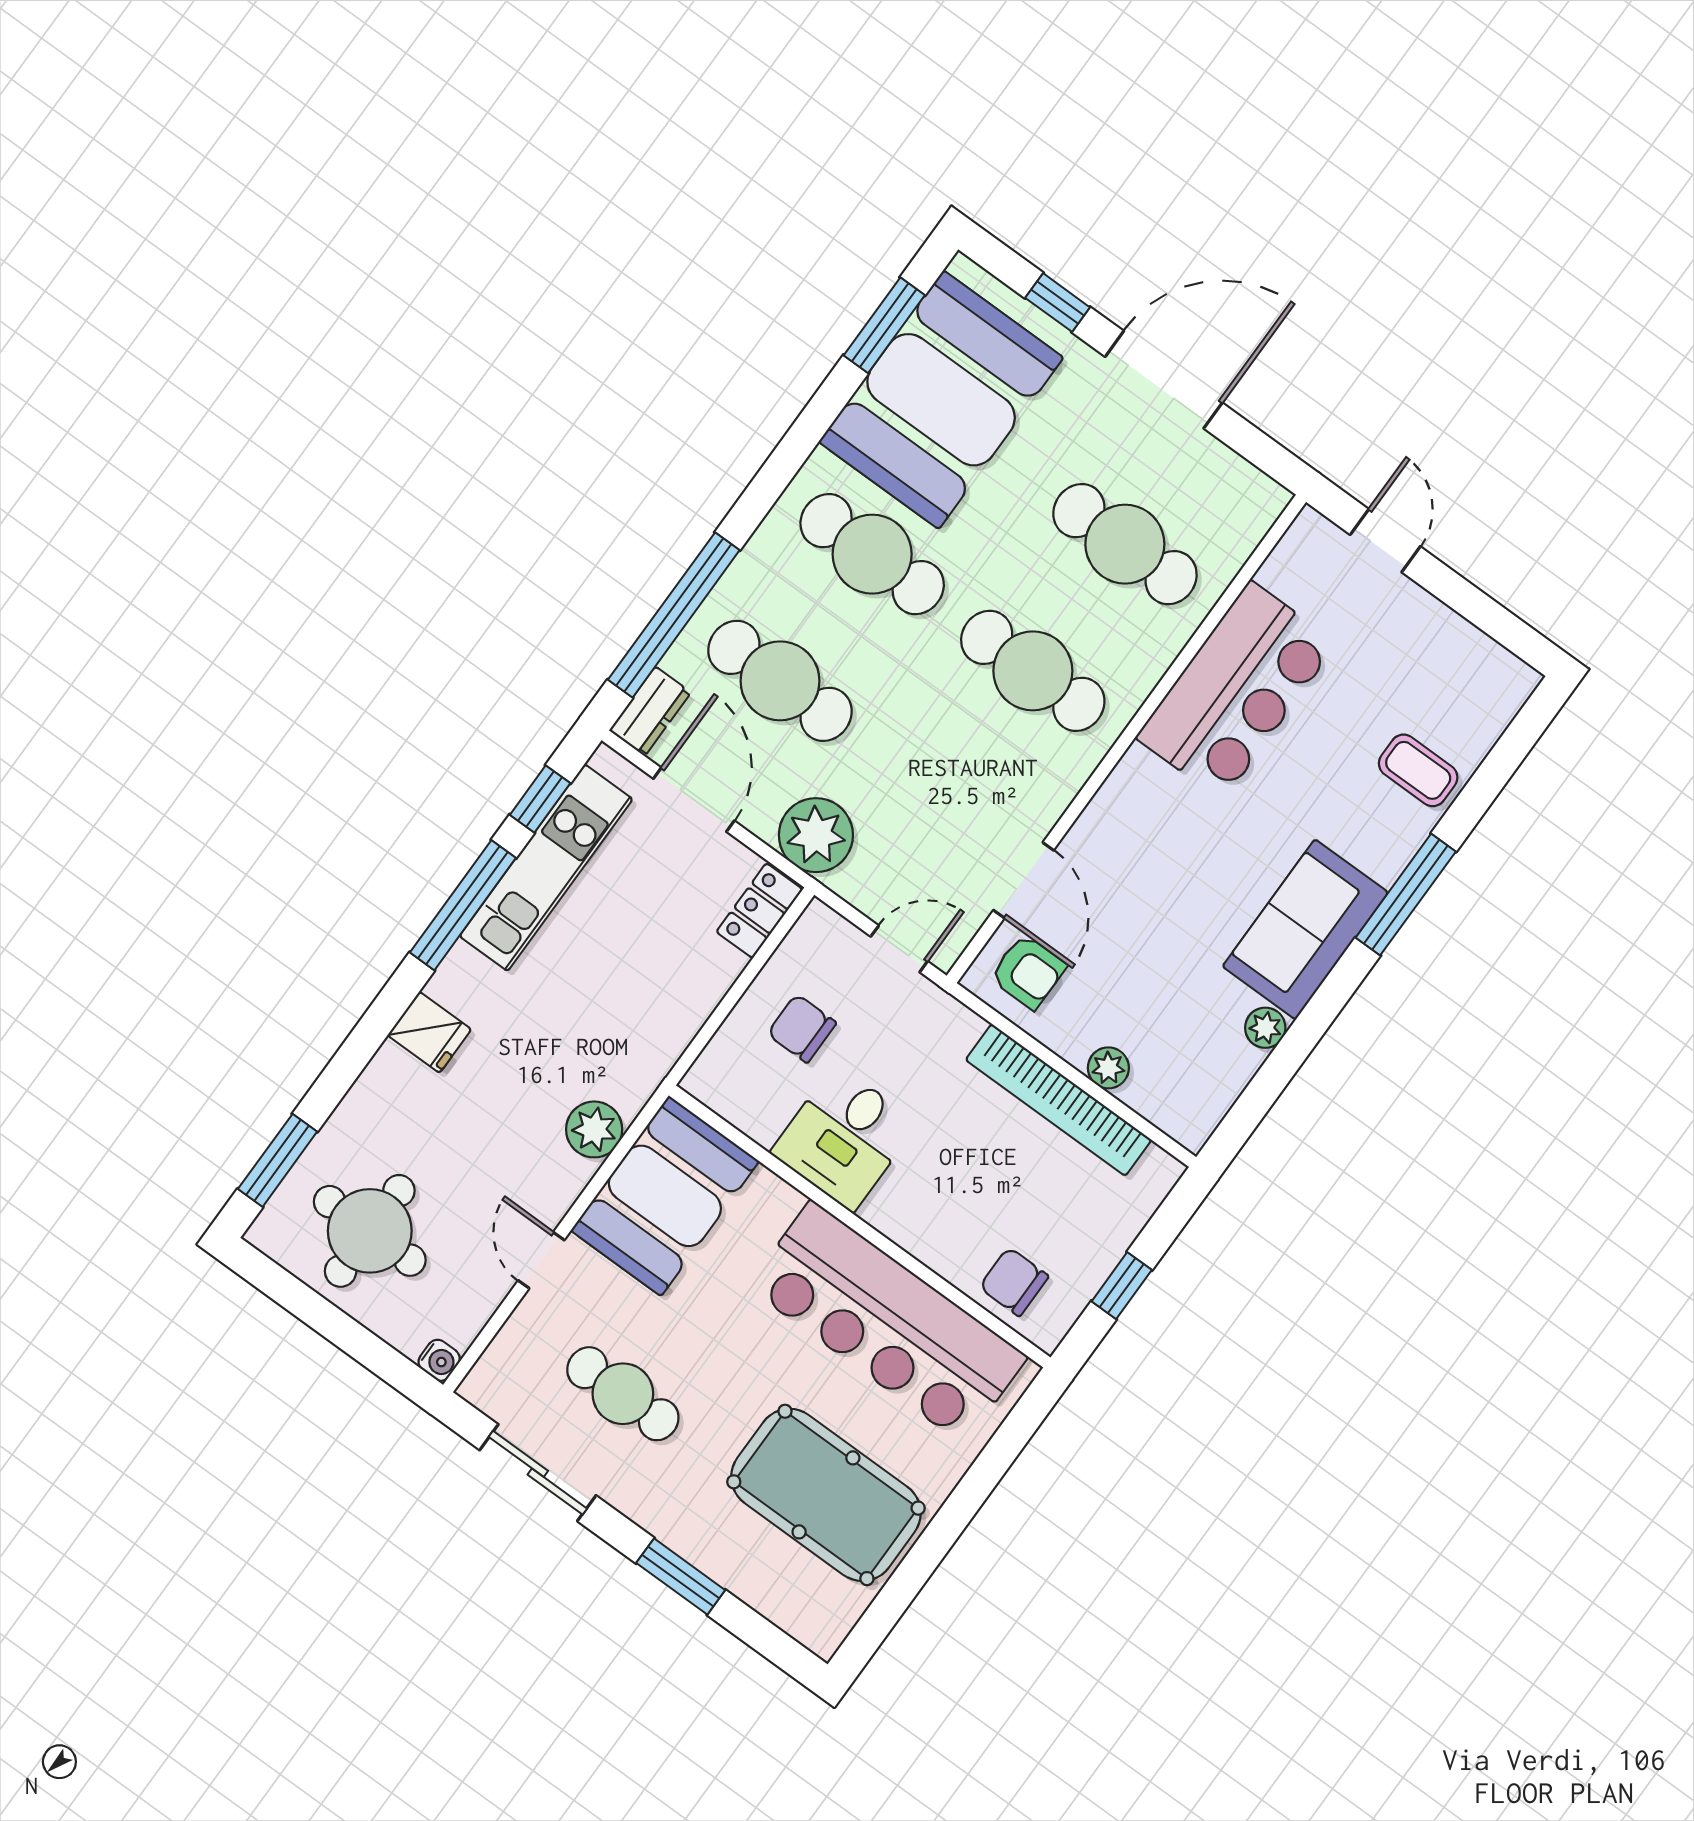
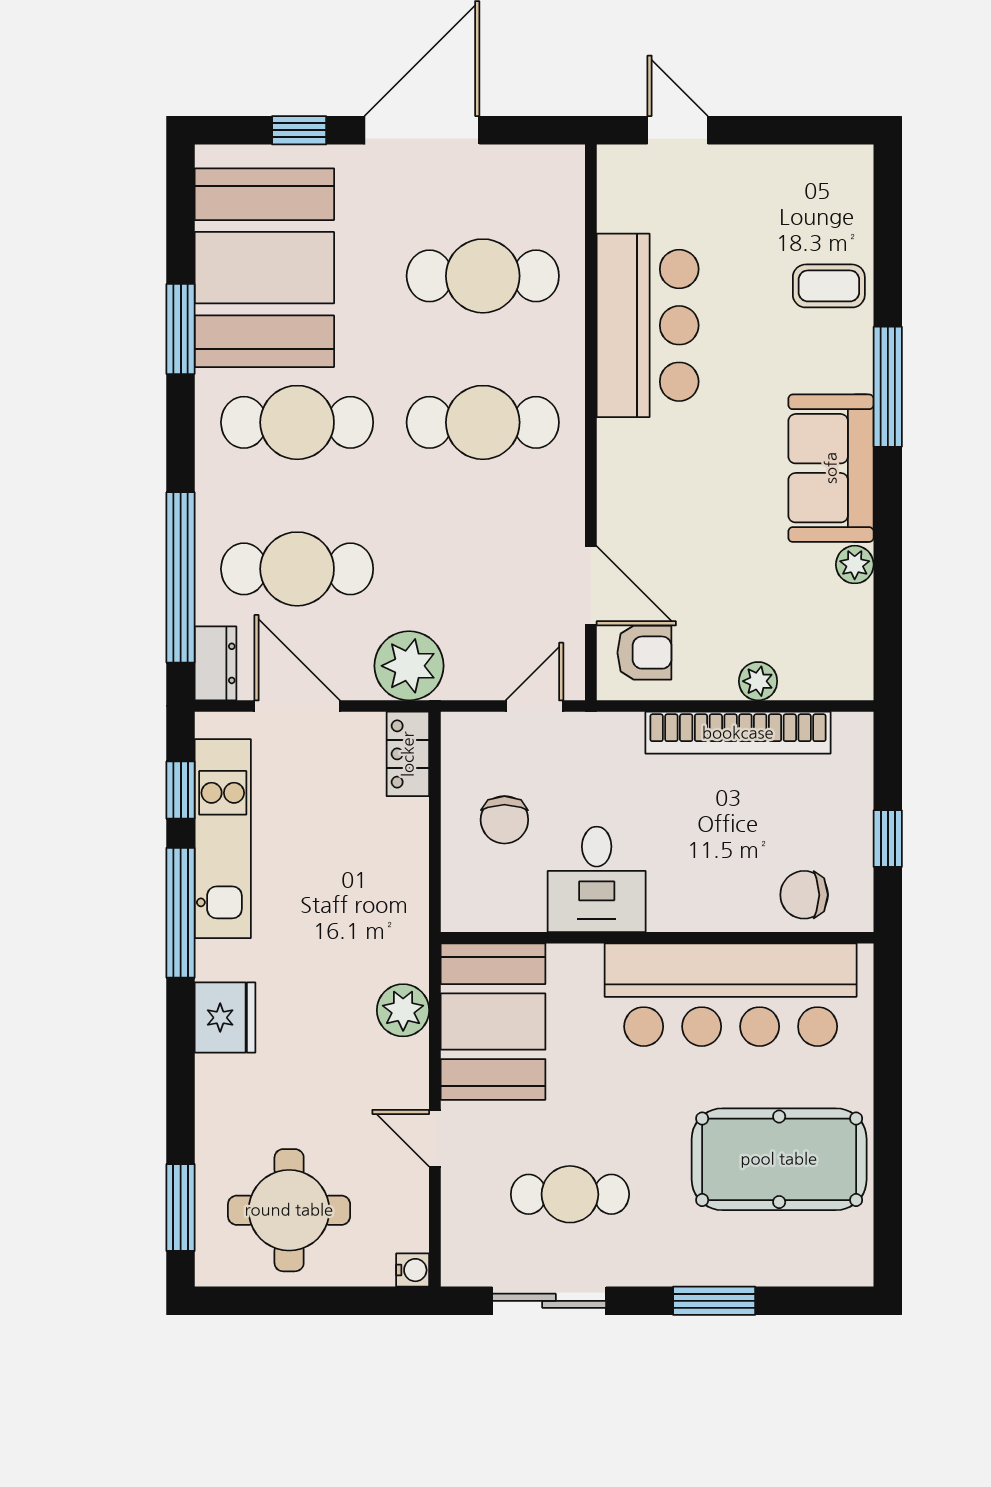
window: (884, 325) -> (181, 329), moved
chair: (802, 1028) -> (504, 820), turned -90
fridge: (429, 1032) -> (225, 1018), width x1.38

